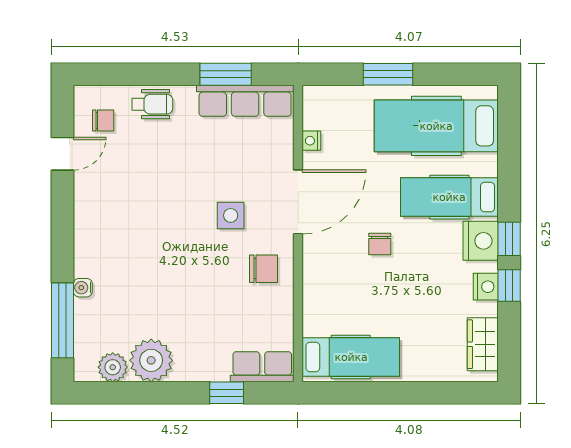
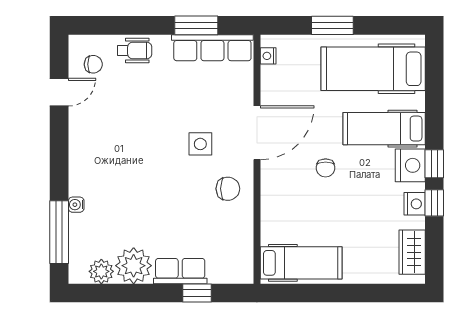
nightstand: (311, 141) -> (268, 56), moved
row of seats: (262, 367) -> (180, 271), moved

